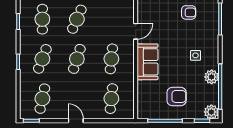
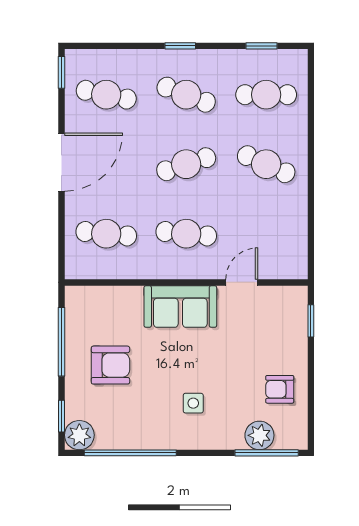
armchair: (189, 12) -> (280, 389), turned 90
door: (136, 31) -> (242, 282), swing flipped
cafe table: (77, 59) -> (186, 164), turned -36
plant: (212, 77) -> (259, 435), moved
armchair: (177, 96) -> (110, 365), turned -90
door: (76, 121) -> (62, 162), width x1.87

